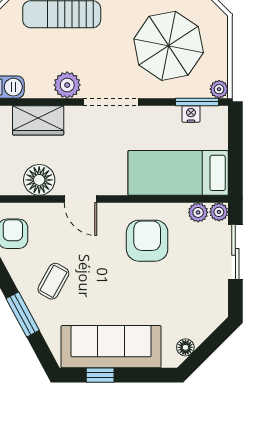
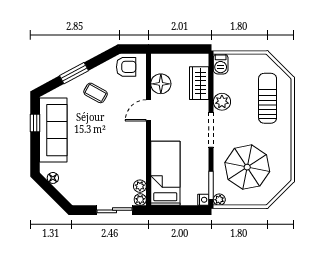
nightstand: (191, 114) -> (203, 200), moved
armchair: (147, 241) -> (122, 153), removed

